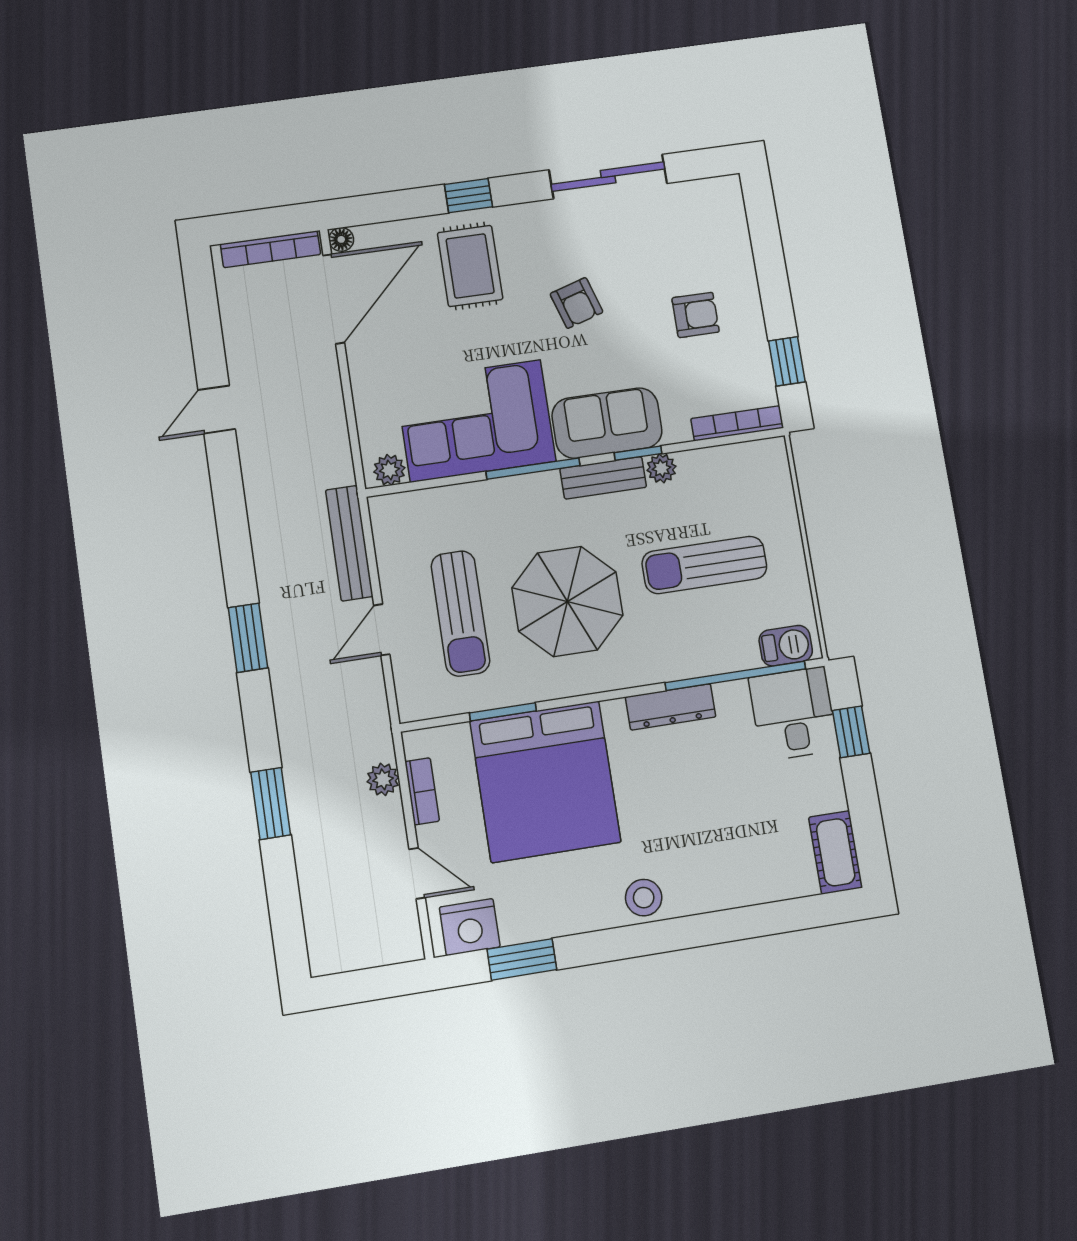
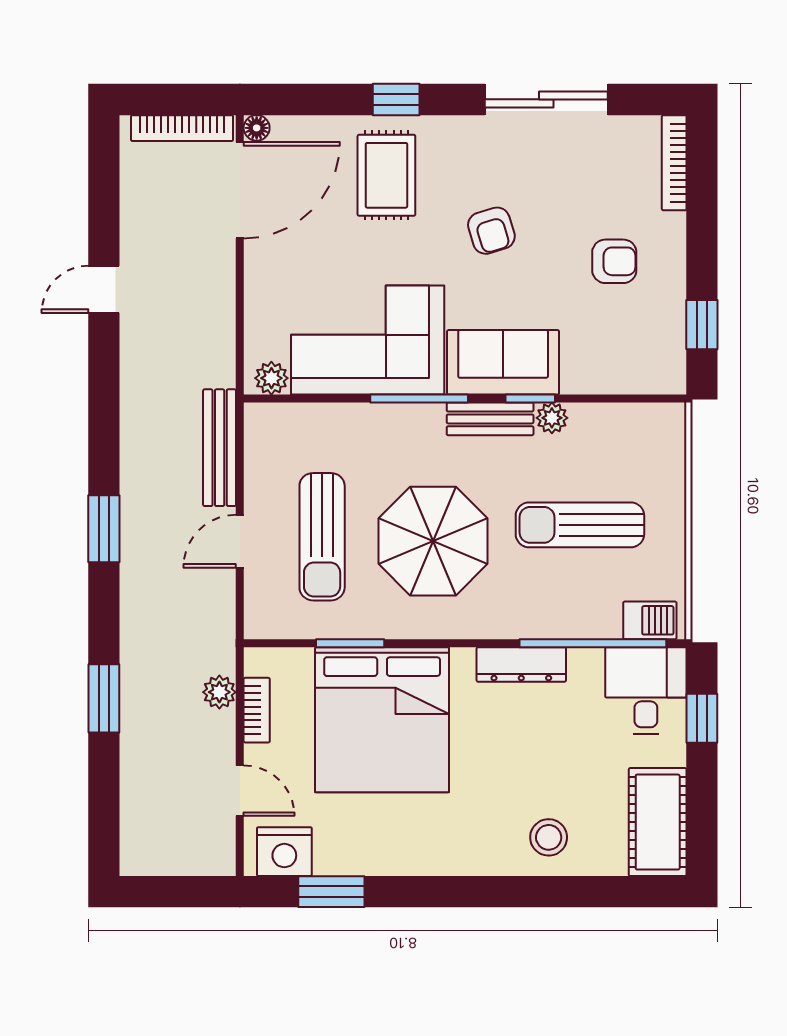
bookcase: (737, 423) -> (674, 163), moved, turned -90
cot: (836, 852) -> (658, 822), width x1.37, depth x1.34
stool: (644, 898) -> (549, 837), moved

